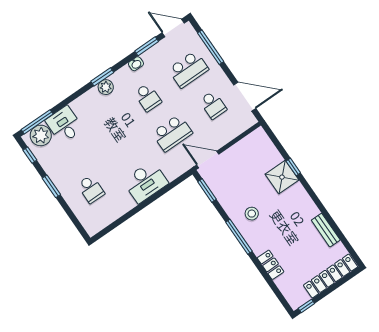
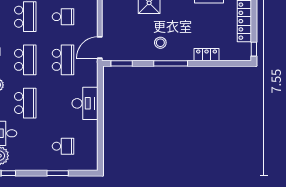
school desk: (148, 97) -> (25, 60), width x1.85
school desk: (107, 125) -> (25, 103), added
window: (51, 186) -> (58, 173), moved

